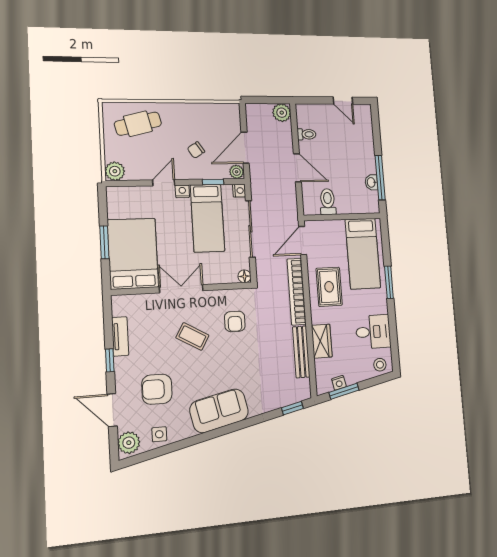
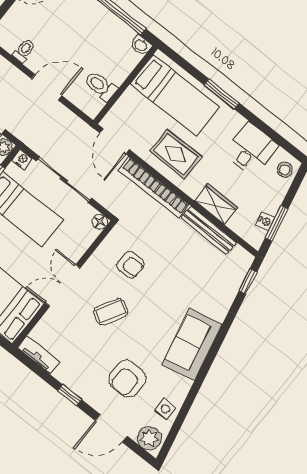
washbasin: (371, 182) -> (141, 45), moved
tv unit: (120, 336) -> (38, 355), moved

